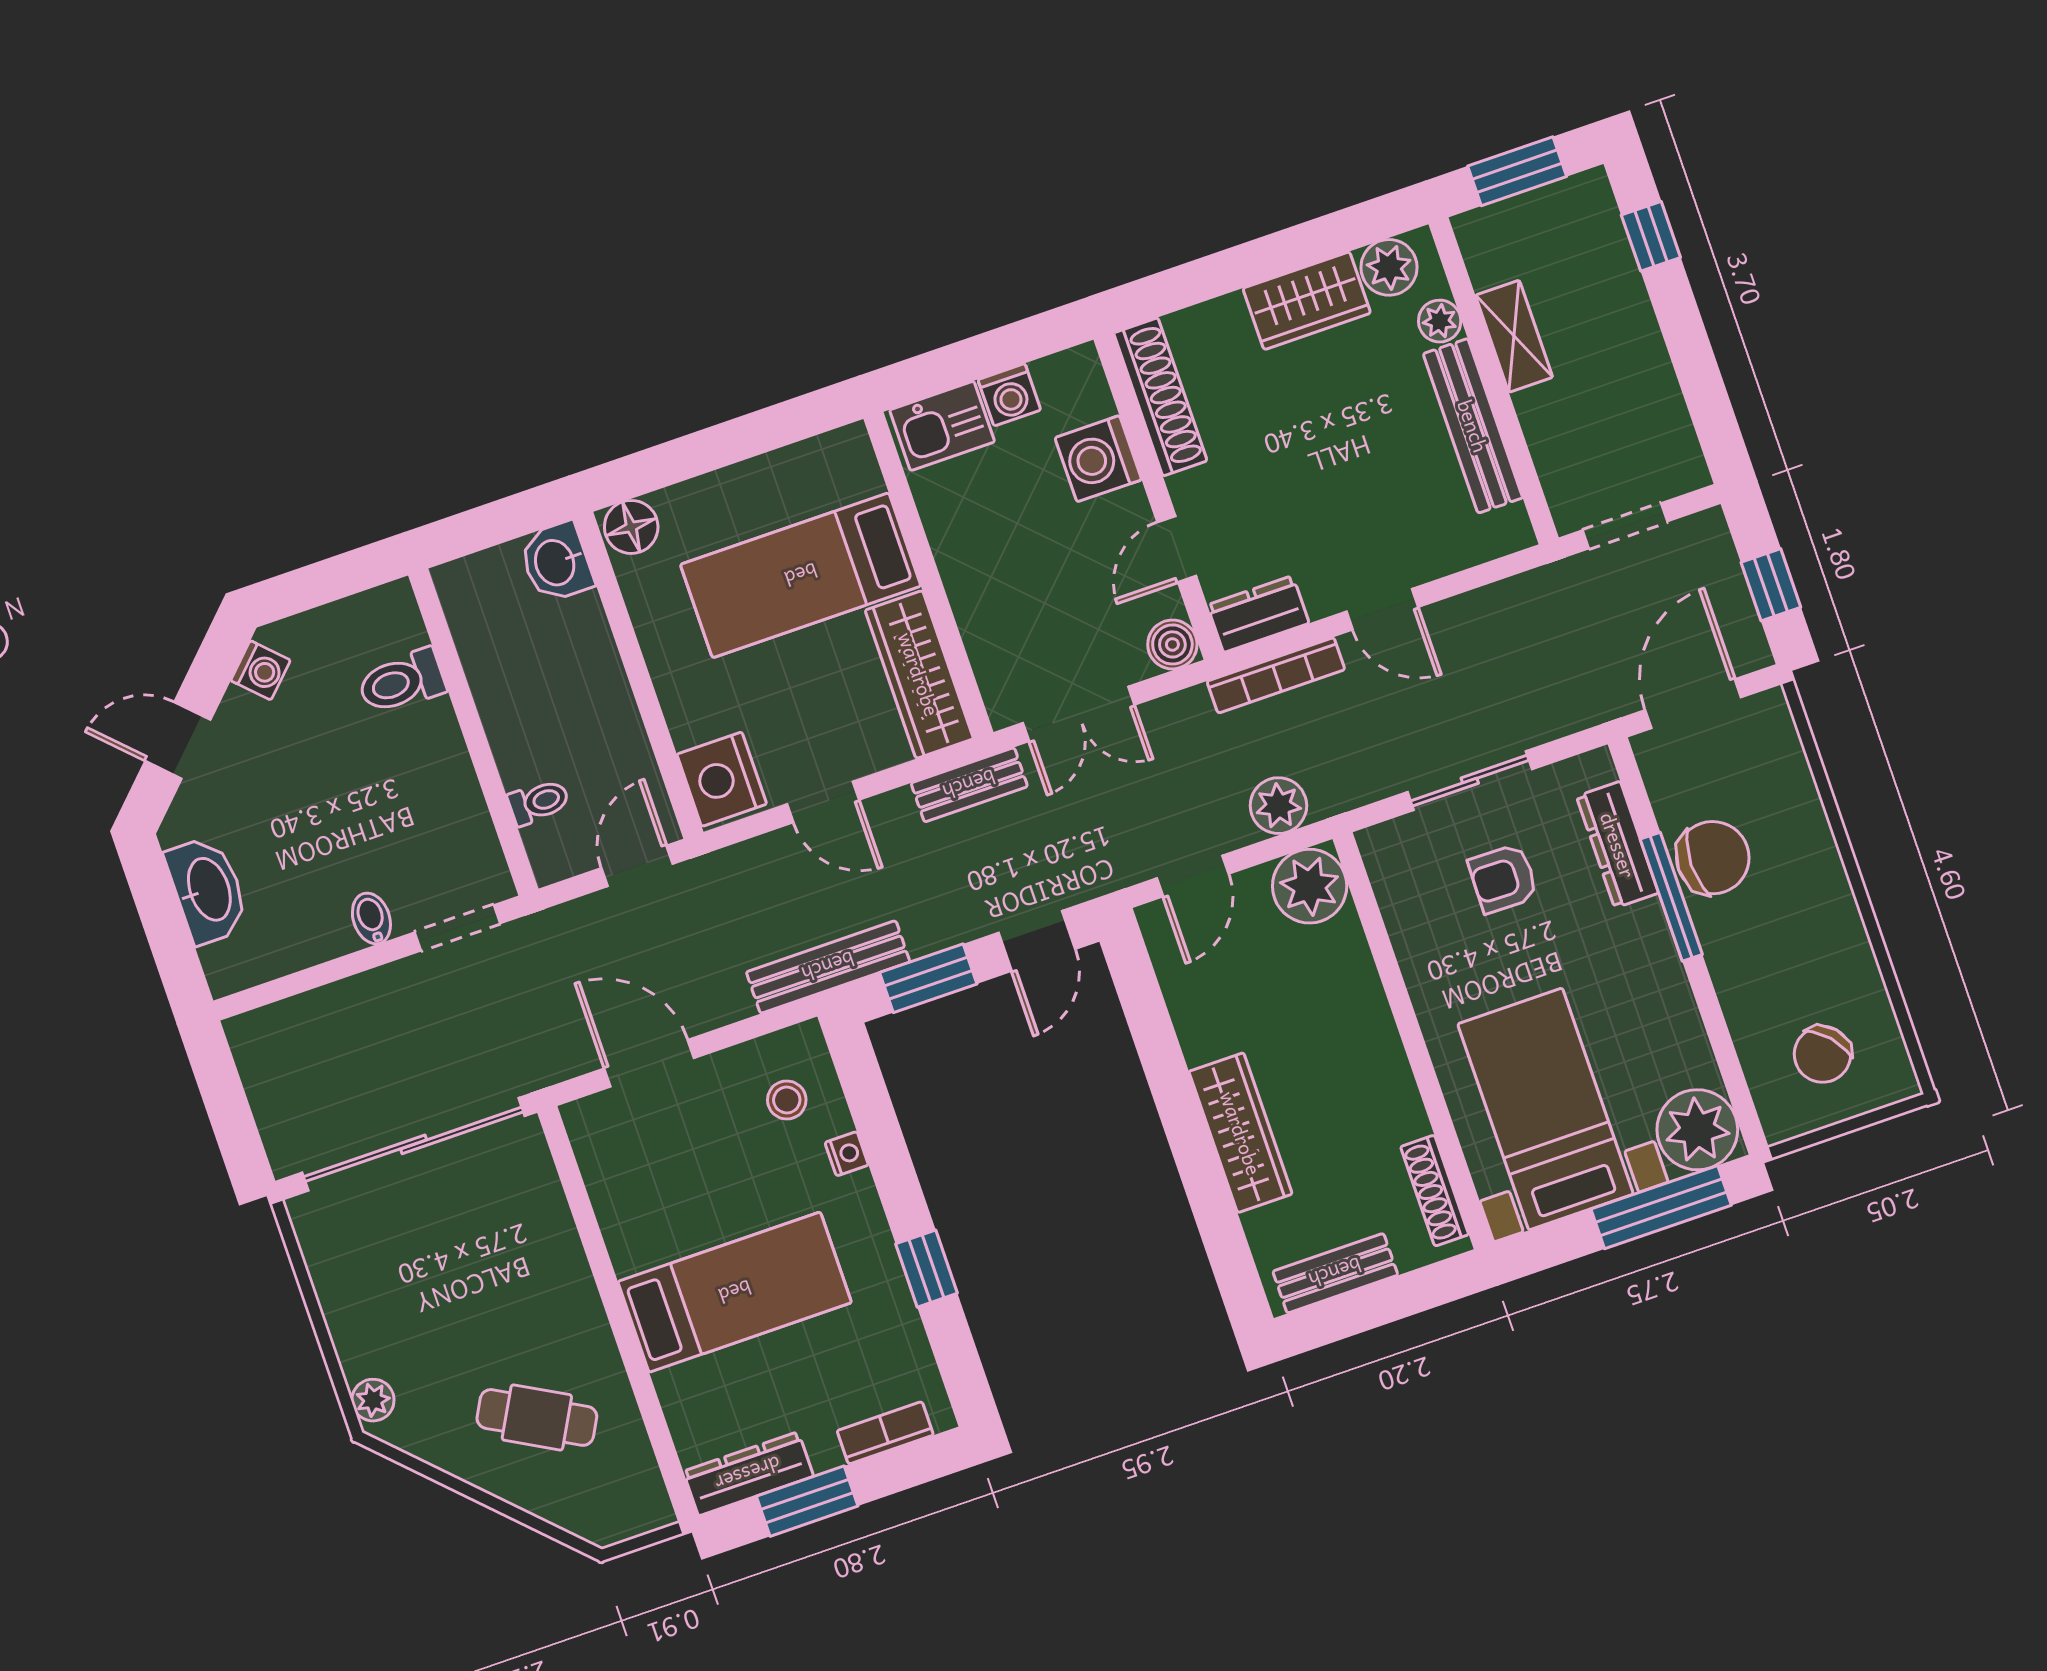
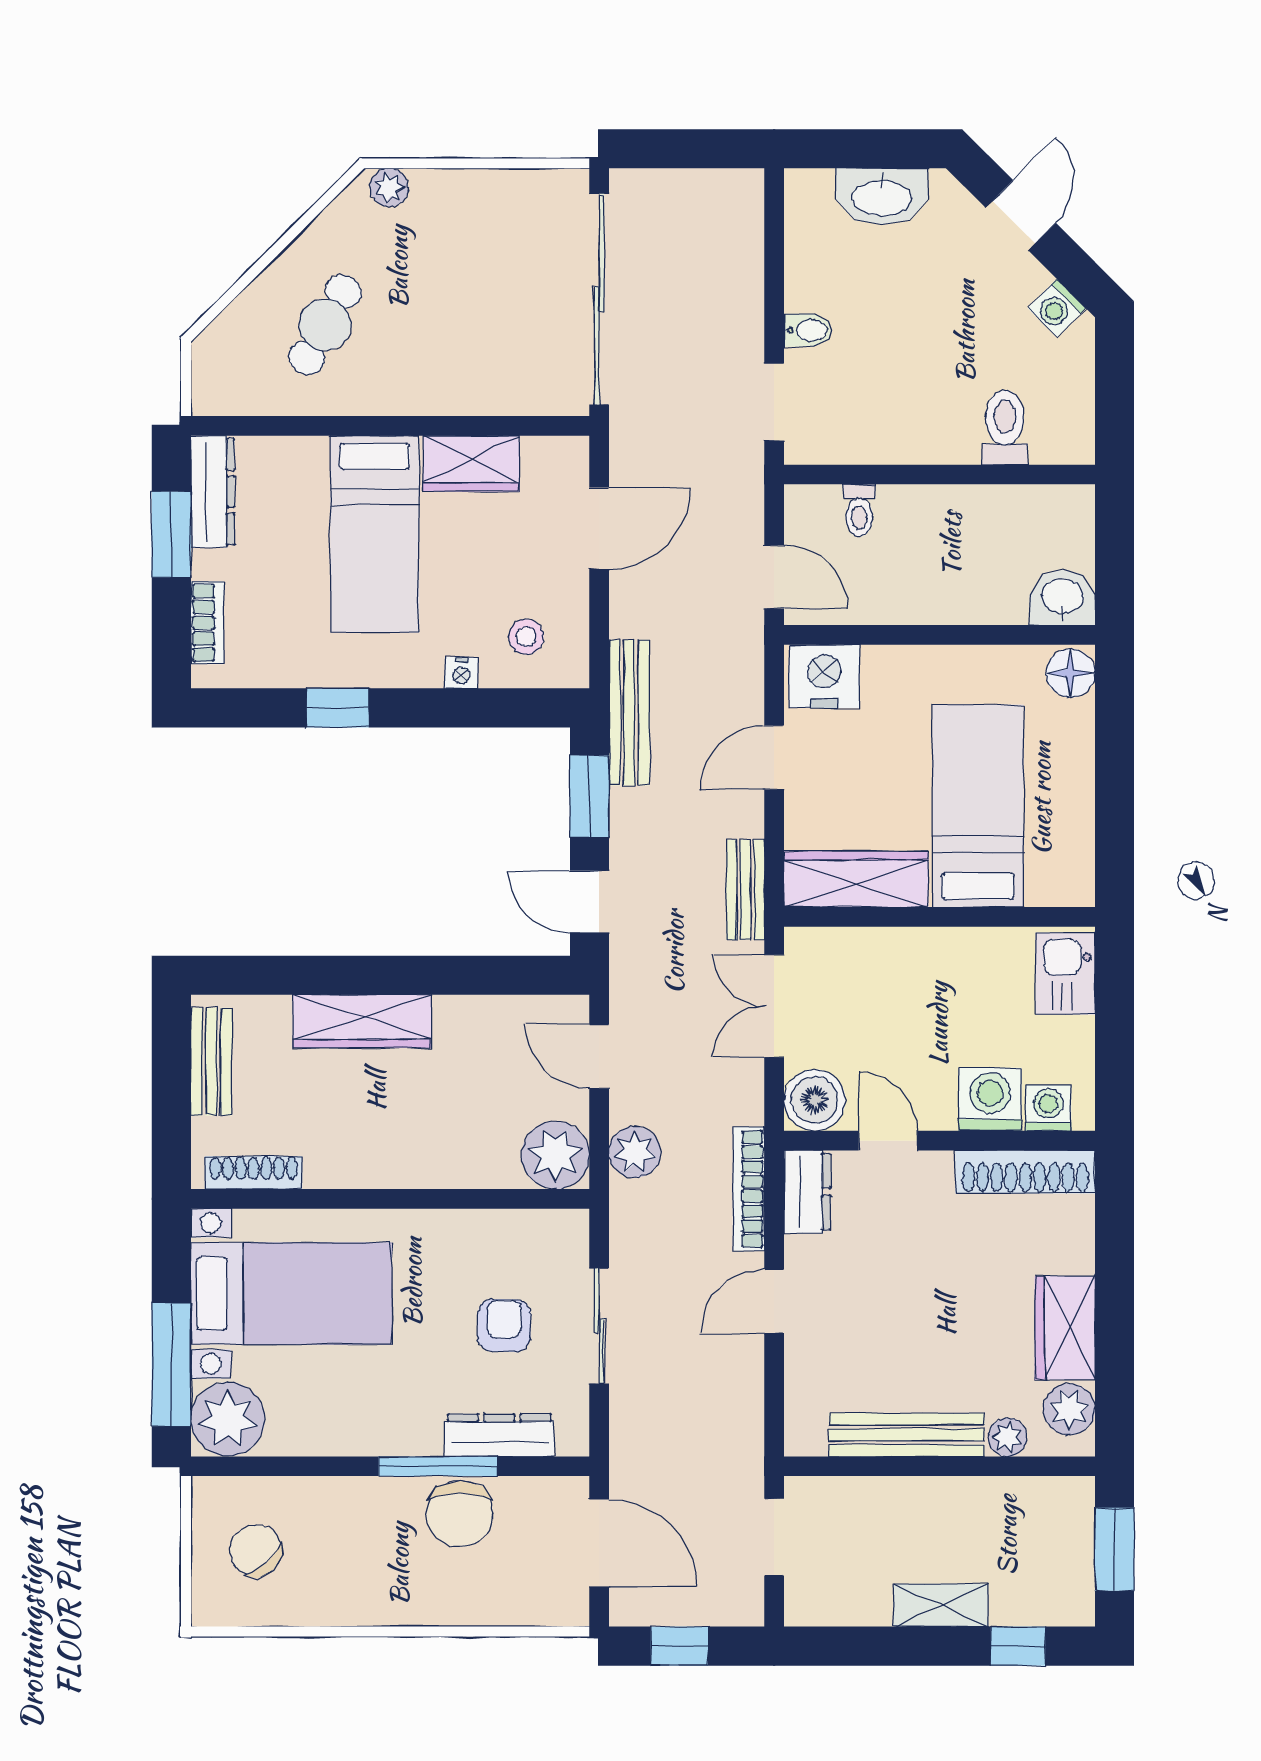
shelving: (1514, 336) -> (941, 1605), moved
washing machine: (1009, 395) -> (1048, 1108), moved, turned 90
boiler: (1172, 644) -> (815, 1100), width x1.36, depth x1.36
wardrobe: (628, 1218) -> (471, 464), added

